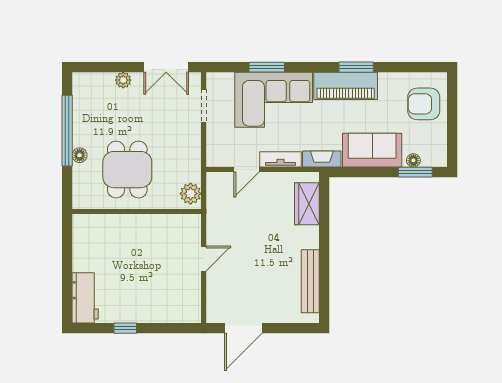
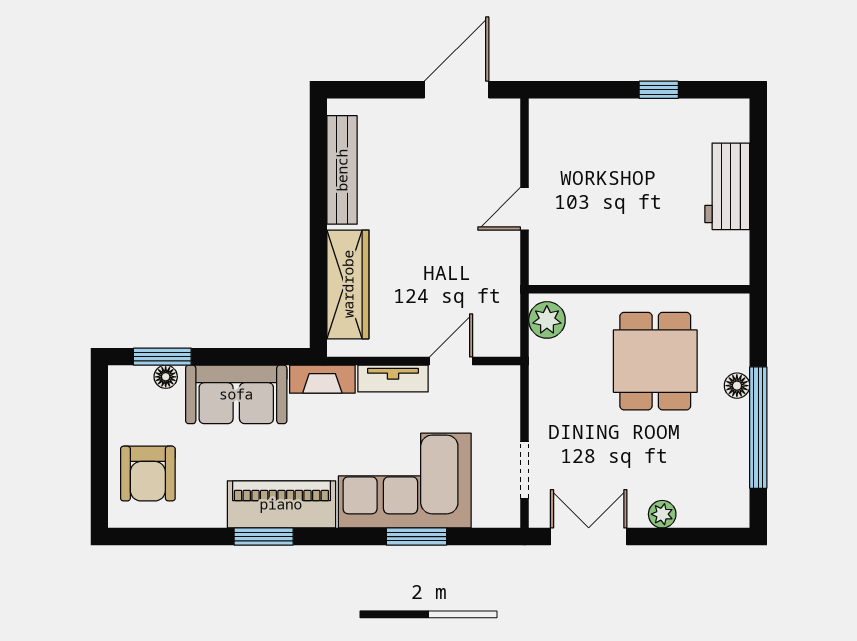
armchair: (424, 104) -> (148, 474), turned 90
wardrobe: (307, 204) -> (348, 284), width x1.50
workbench: (85, 298) -> (727, 186), moved

